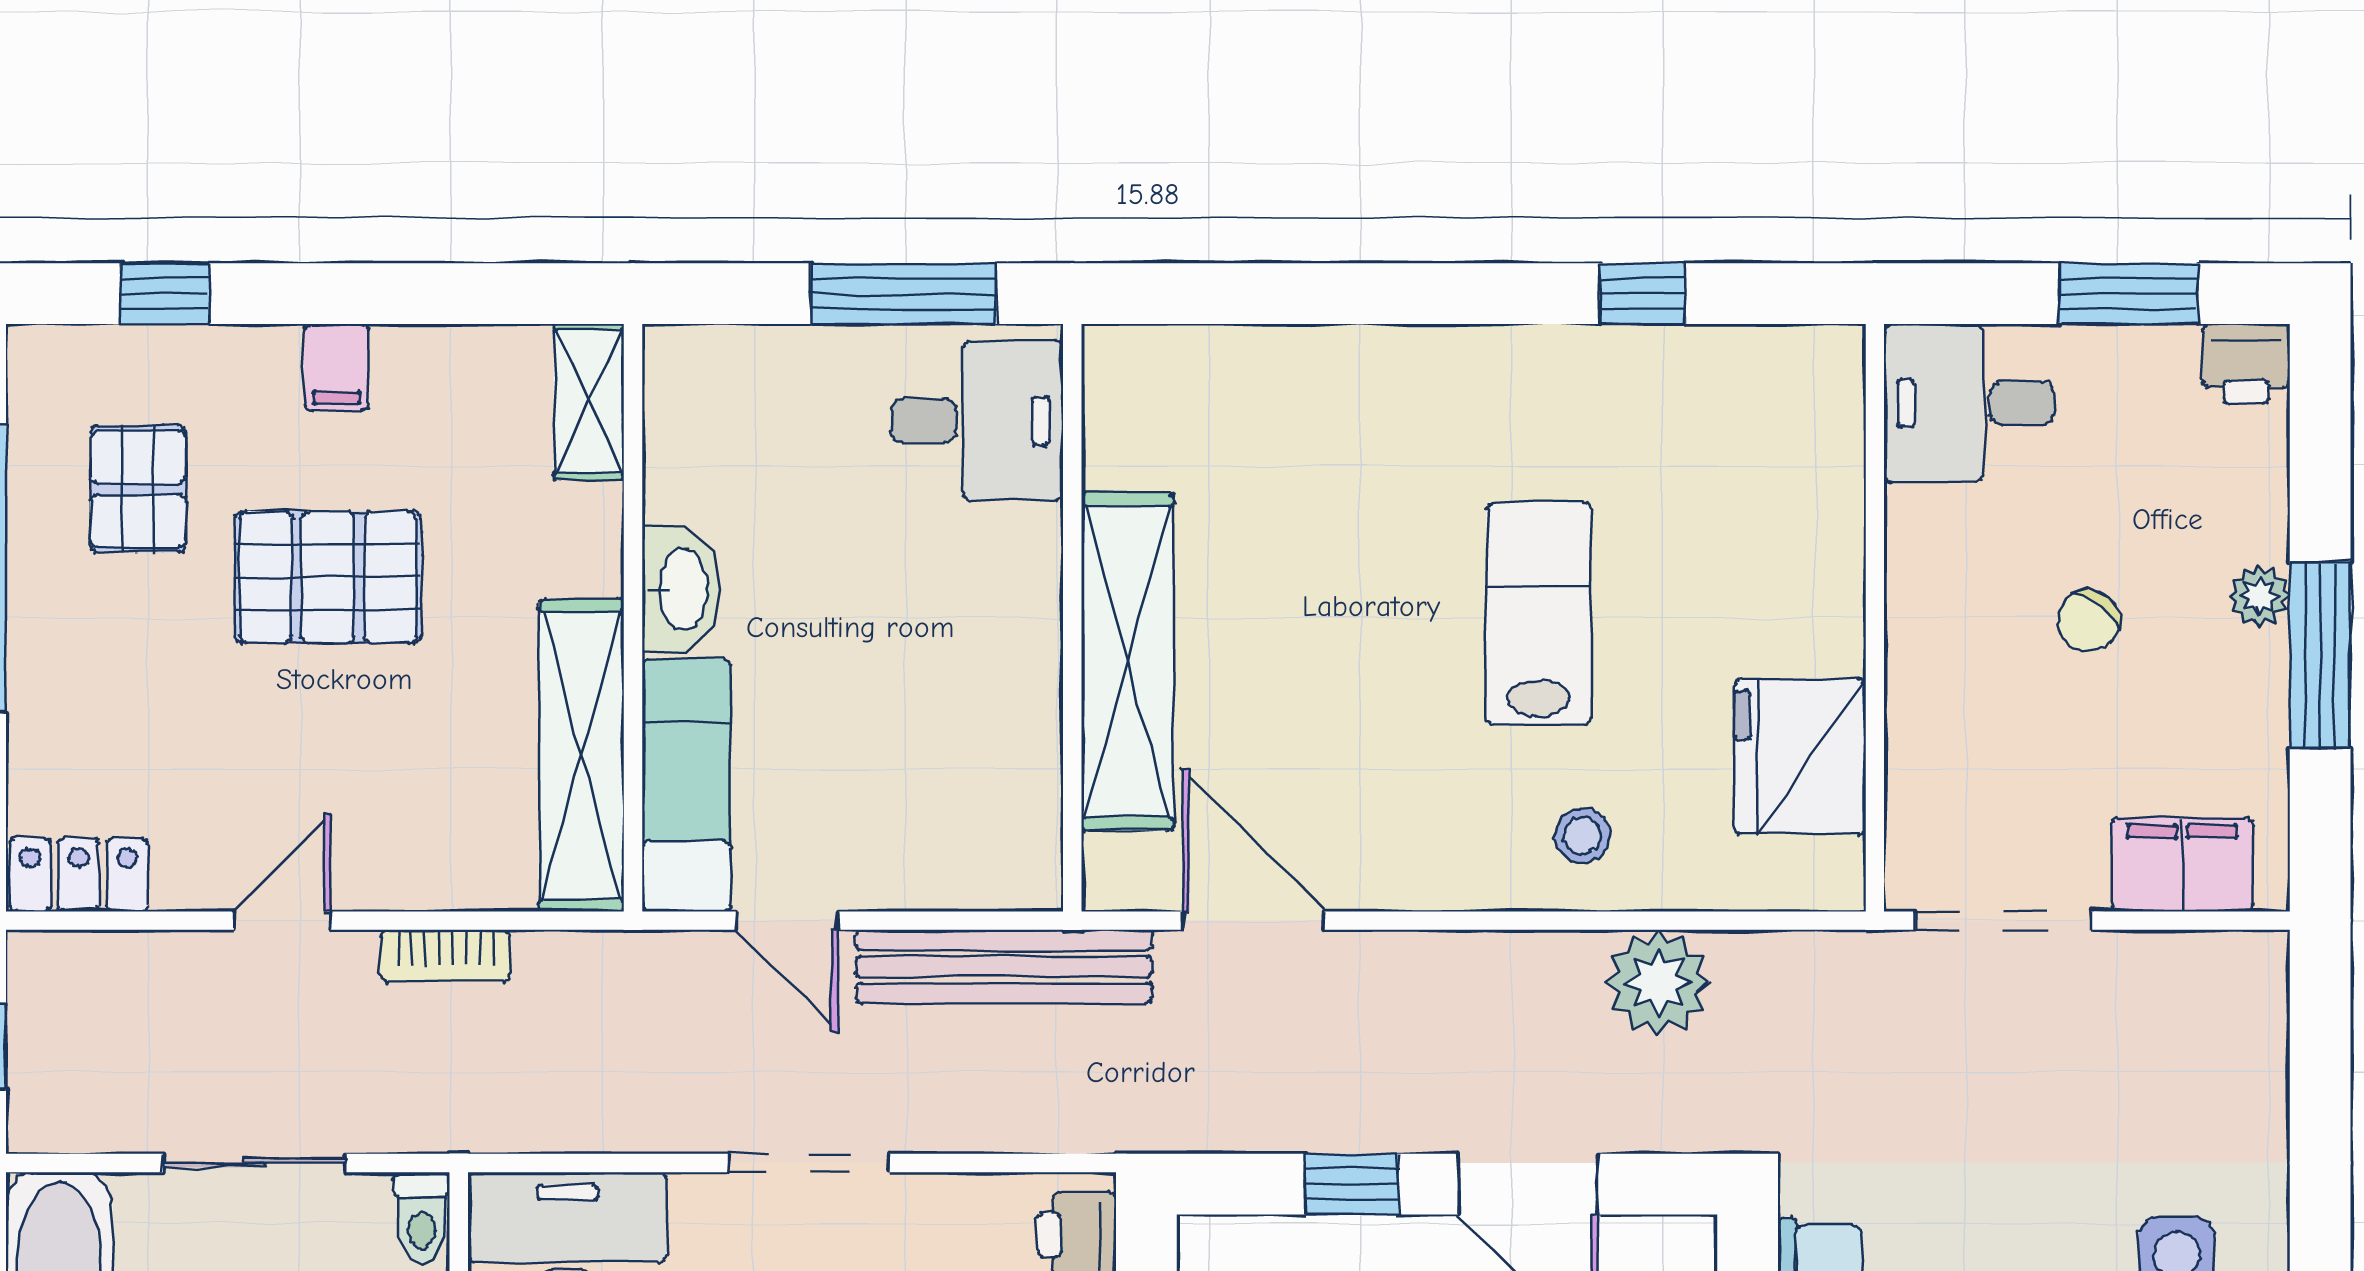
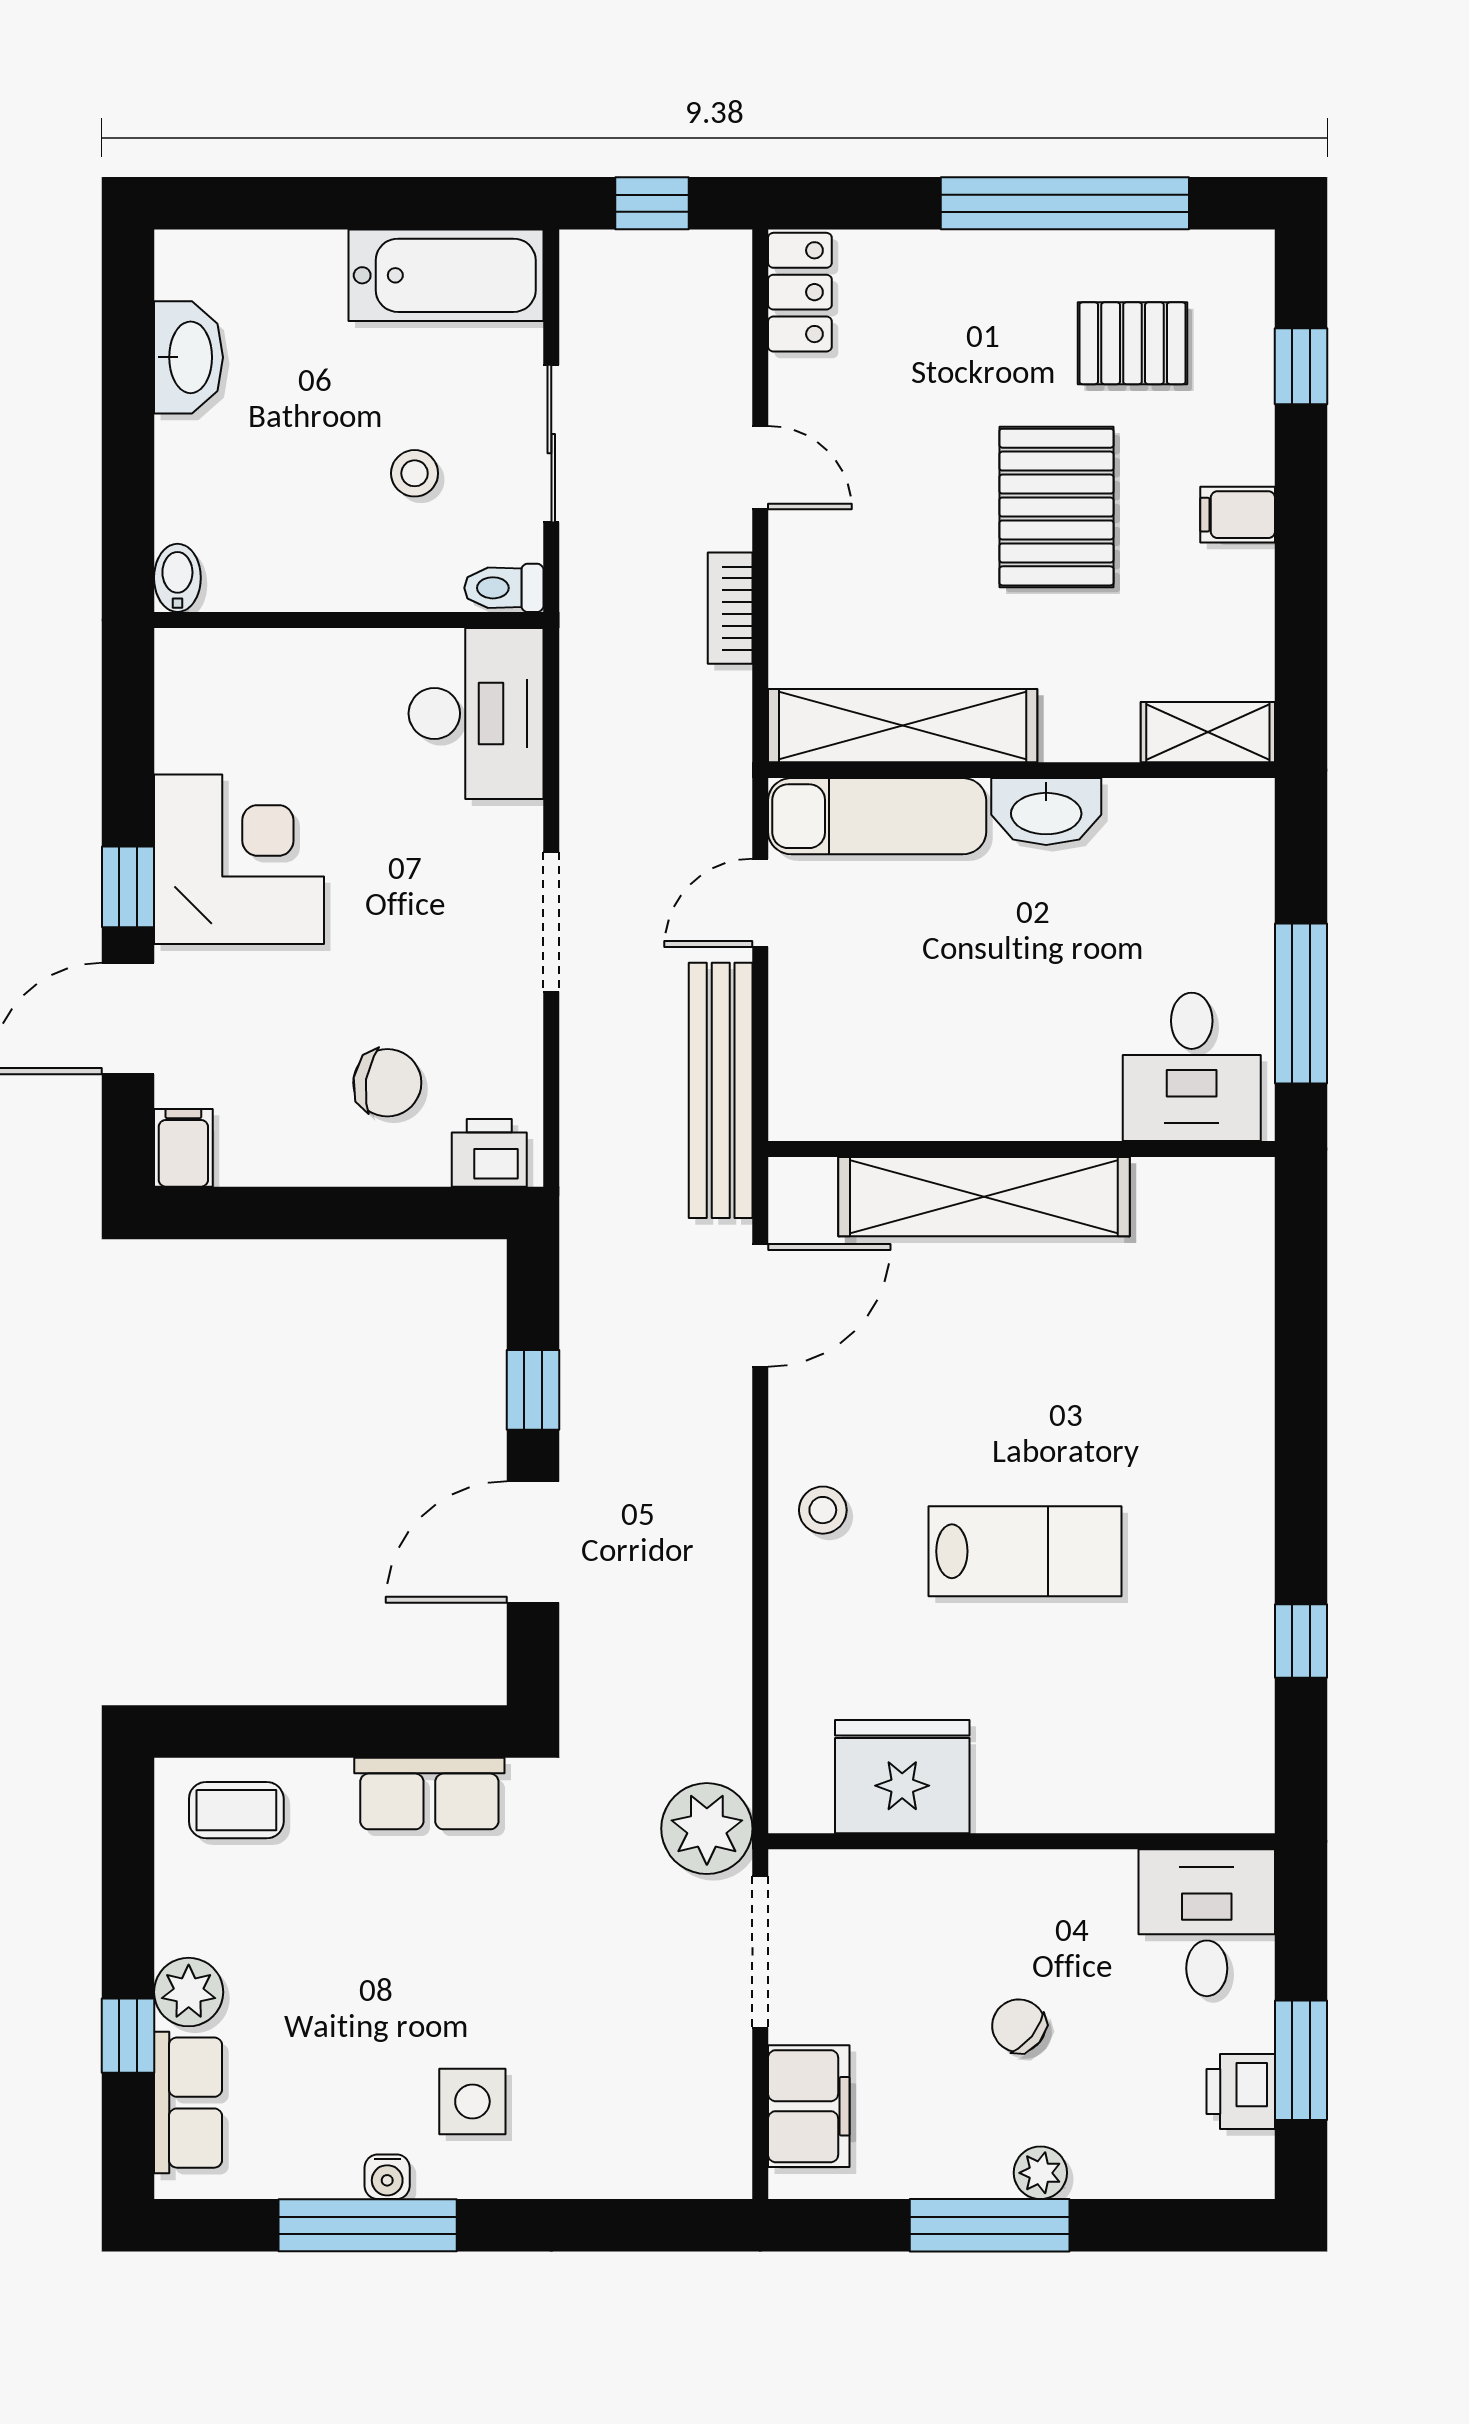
printer: (2246, 364) -> (1241, 2091), moved
stool: (1582, 835) -> (823, 1510), moved
plant: (1658, 983) -> (707, 1829), moved

